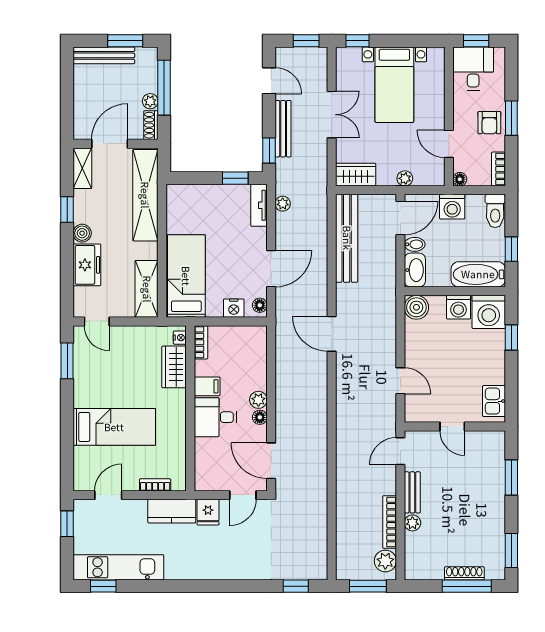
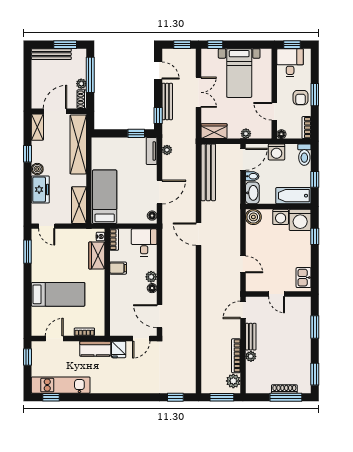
nightstand: (234, 308) -> (135, 217), removed
desk: (215, 417) -> (144, 242), moved, turned 90

